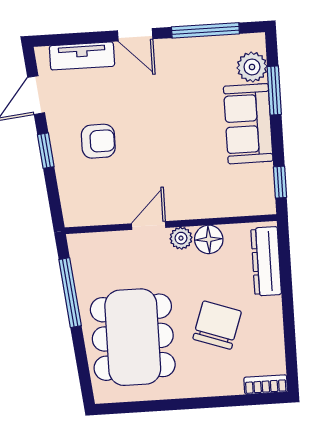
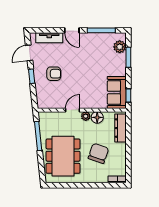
sofa: (248, 124) -> (117, 92), moved

